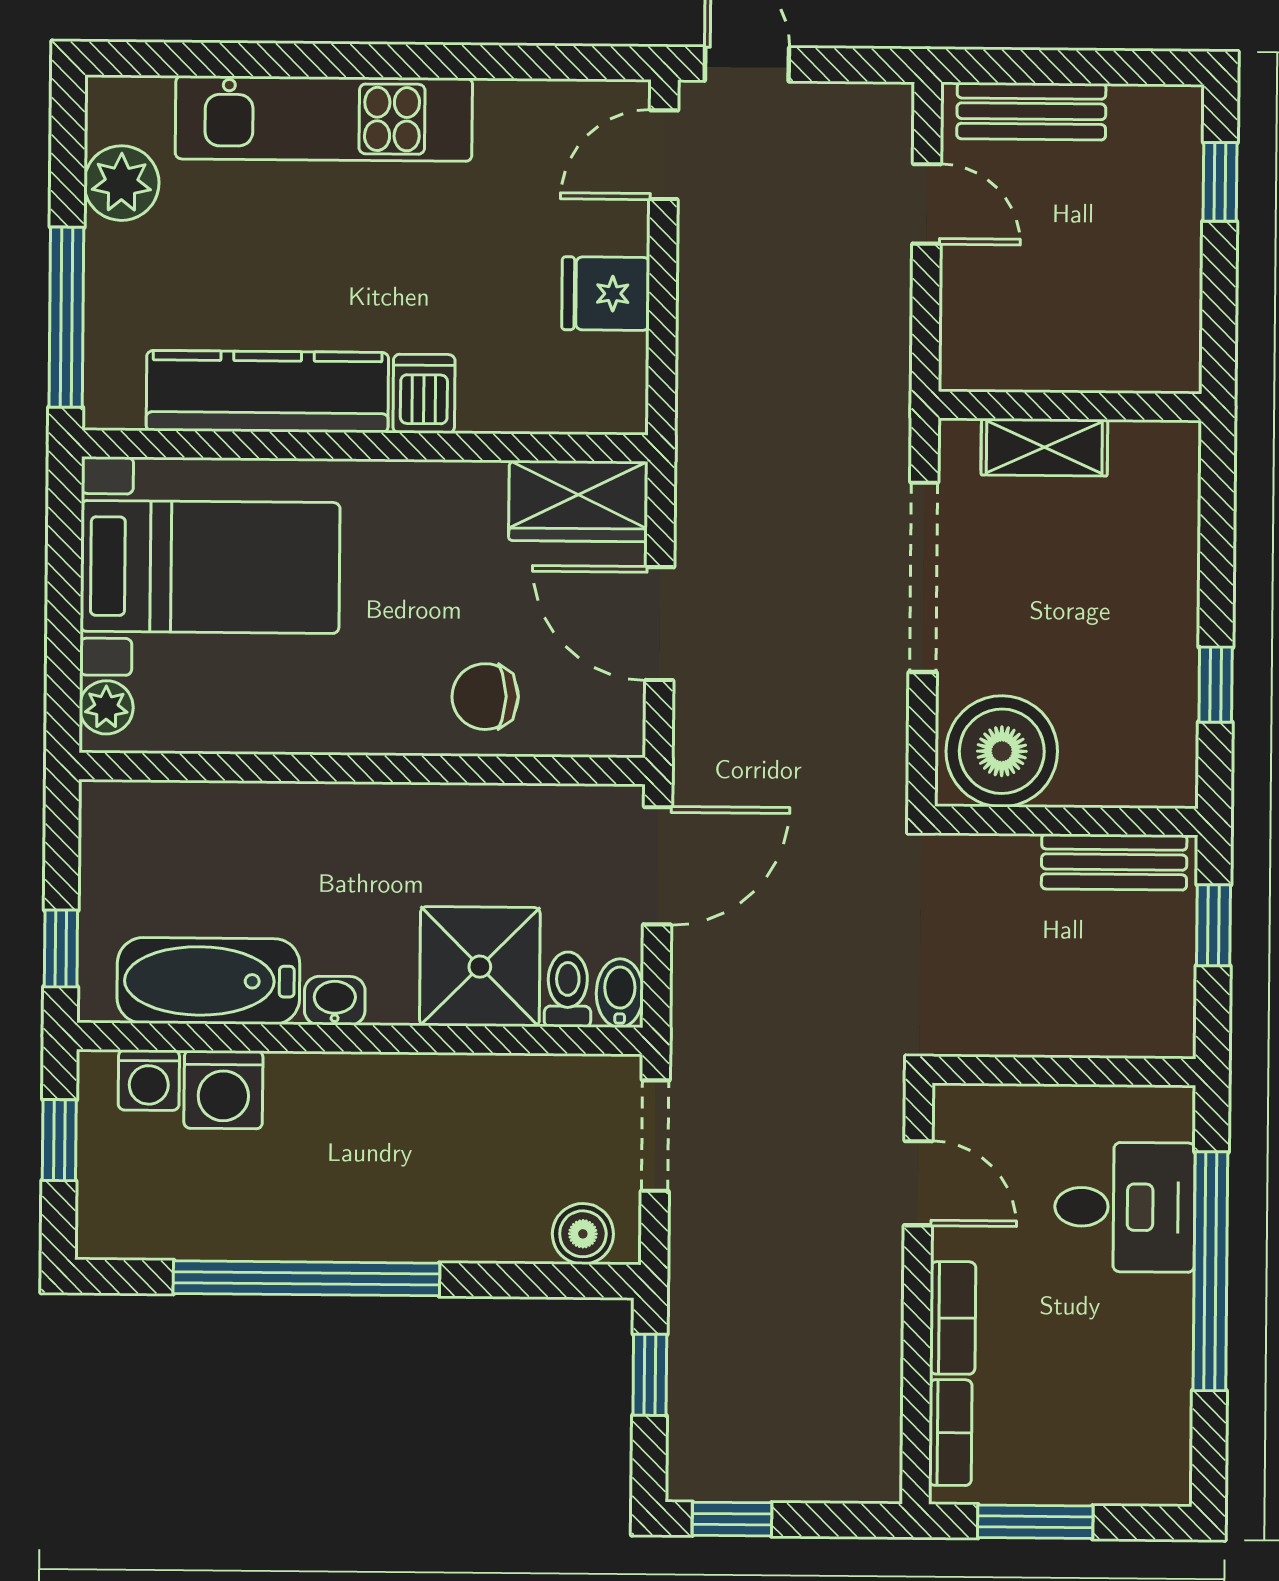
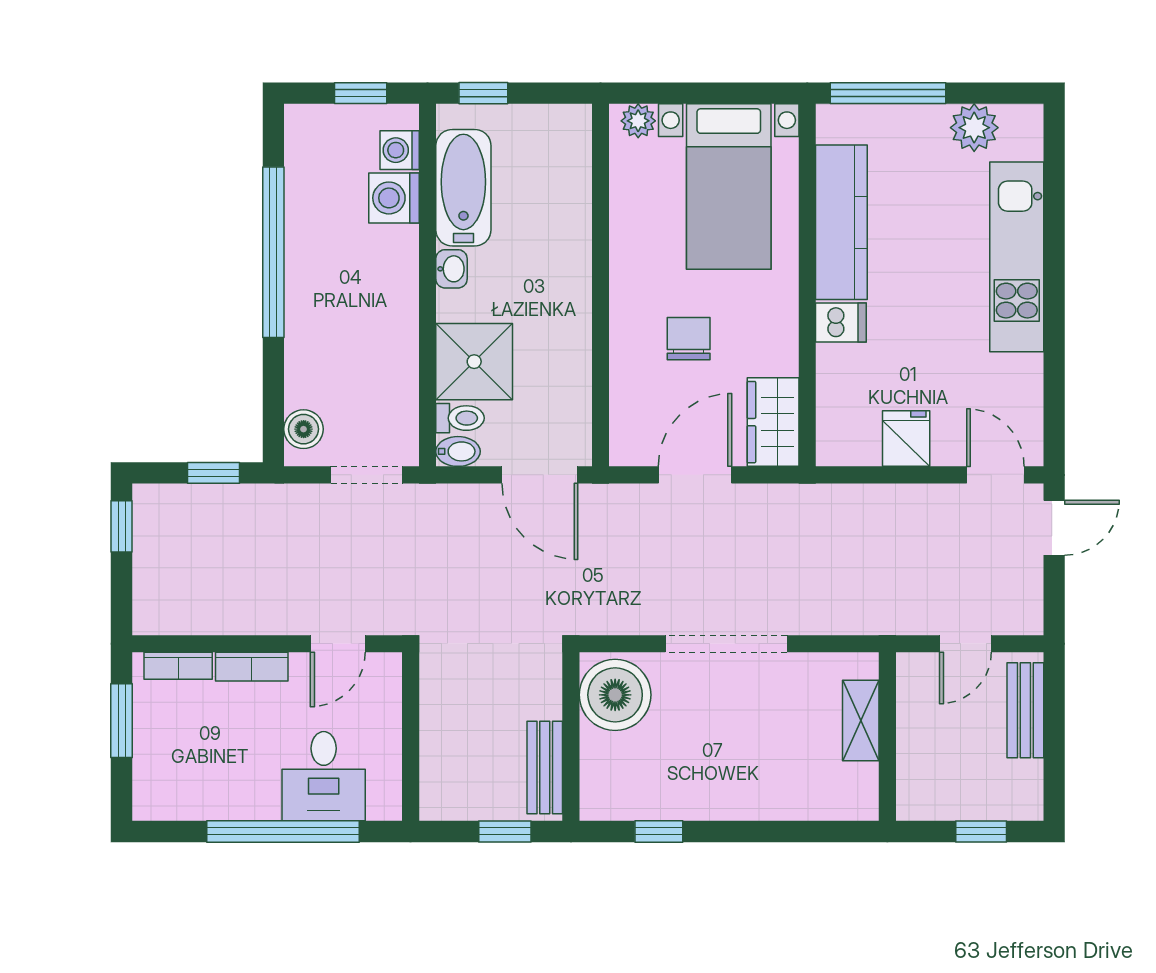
wall: (1070, 406) -> (887, 737), moved
shelving: (1044, 447) -> (861, 720), moved
chair: (485, 697) -> (689, 339), moved

